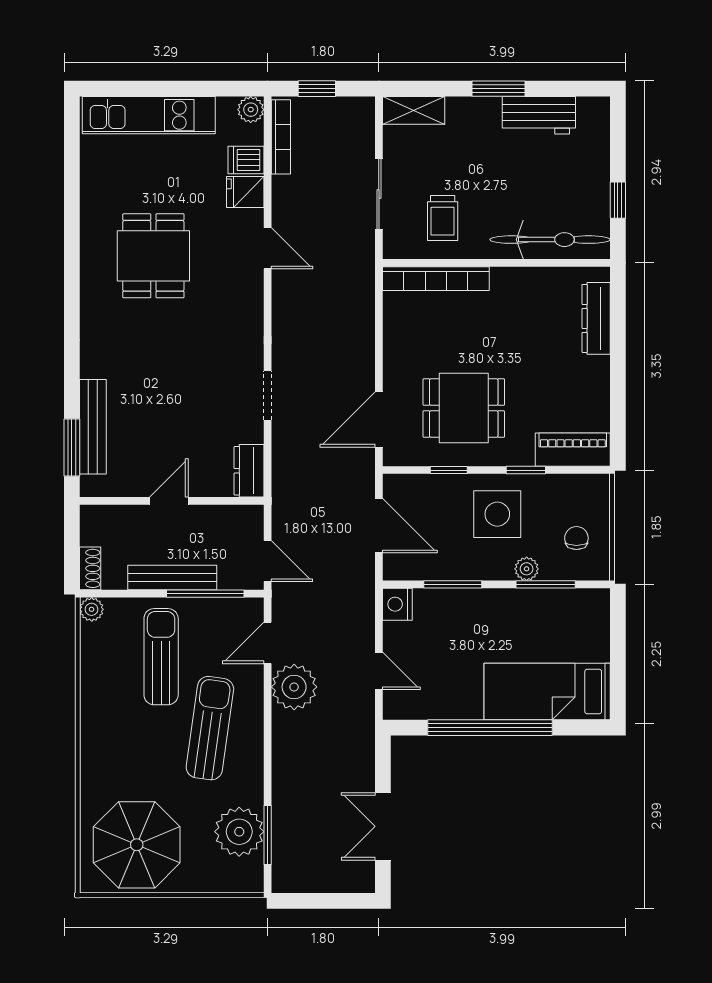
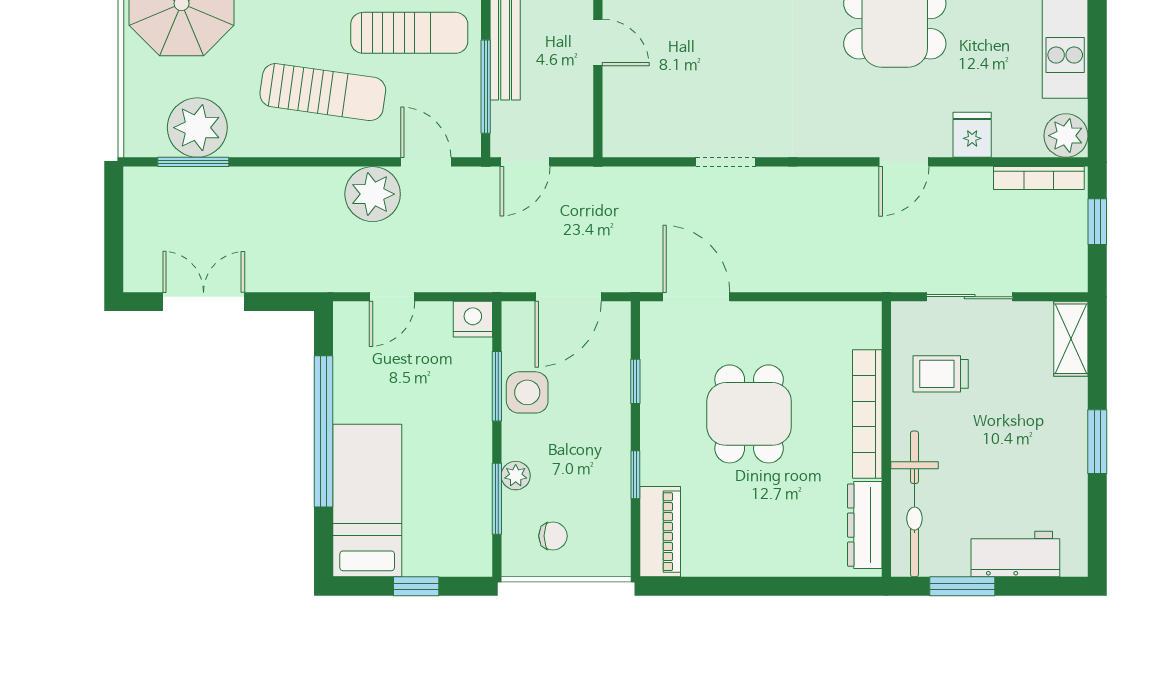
plant: (251, 110) -> (1066, 136), width x1.38, depth x1.38
workbench: (539, 115) -> (1015, 554), moved, turned 90
dishwasher: (246, 160) -> (1011, 136), removed
window: (618, 200) -> (962, 586), width x1.50
bookcase: (436, 279) -> (867, 414), moved
dresser: (596, 318) -> (865, 525), moved, turned -90
dining table: (464, 408) -> (749, 414), moved
dresser: (249, 471) -> (634, 139), removed
side table: (497, 514) -> (527, 392), moved, width x0.73, depth x0.73
window: (618, 651) -> (416, 586), added

